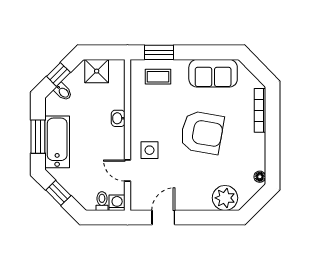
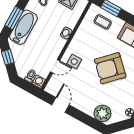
armchair: (202, 133) -> (110, 68), turned 125
door: (127, 170) -> (55, 66), swing flipped
door: (163, 217) -> (61, 105), hinge flipped

